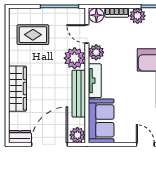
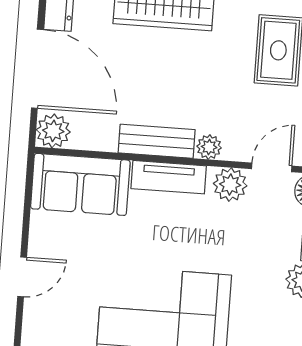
plant: (75, 58) -> (209, 147), width x0.53, depth x0.53
bench: (79, 94) -> (157, 141), width x0.73

